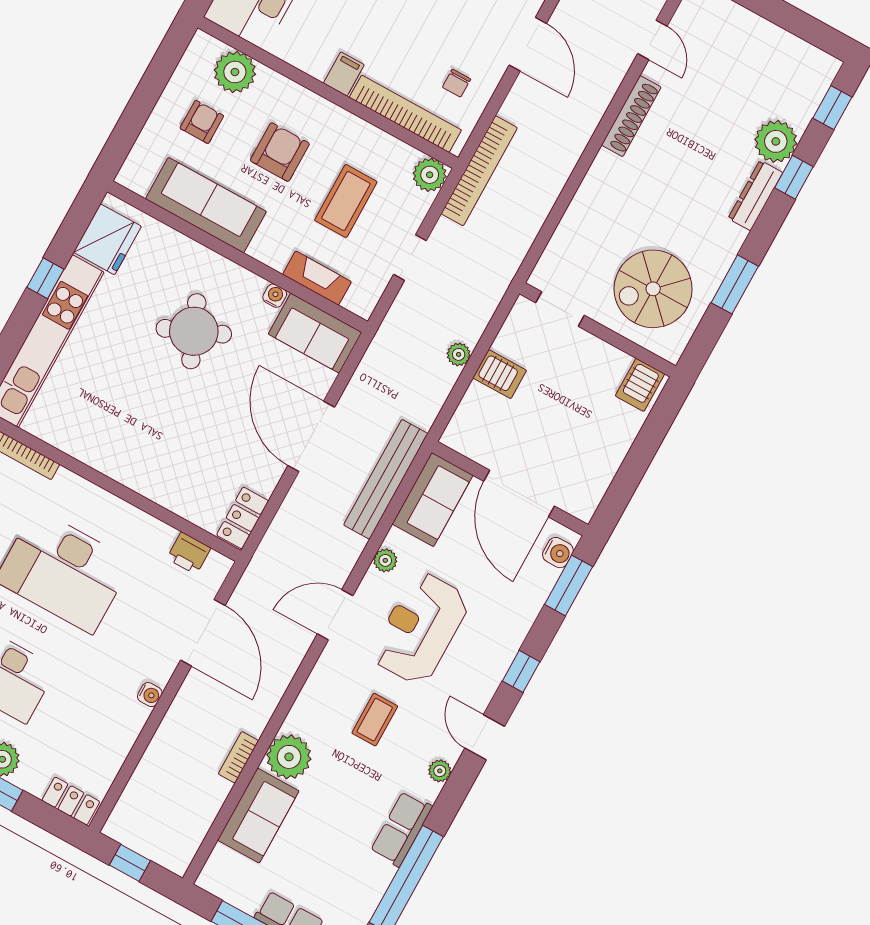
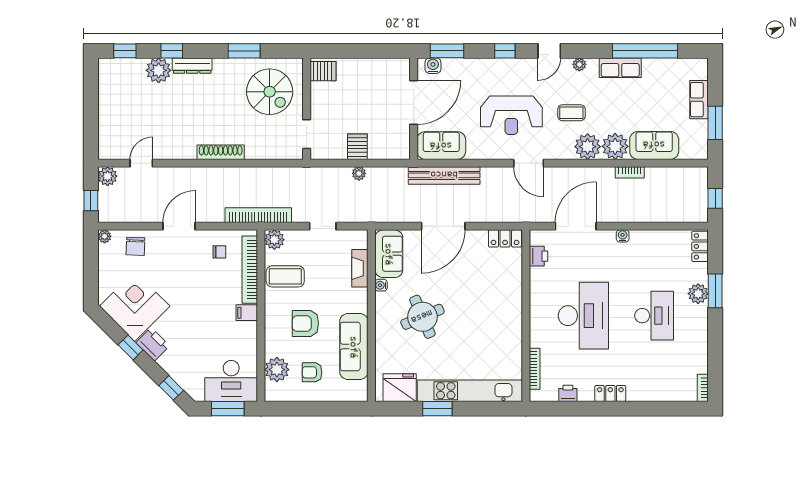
shoe rack: (631, 116) -> (221, 152), moved
coffee table: (346, 201) -> (285, 276), moved
window: (45, 278) -> (437, 409), width x1.50
plant: (385, 560) -> (588, 147), moved, width x1.88, depth x1.88

